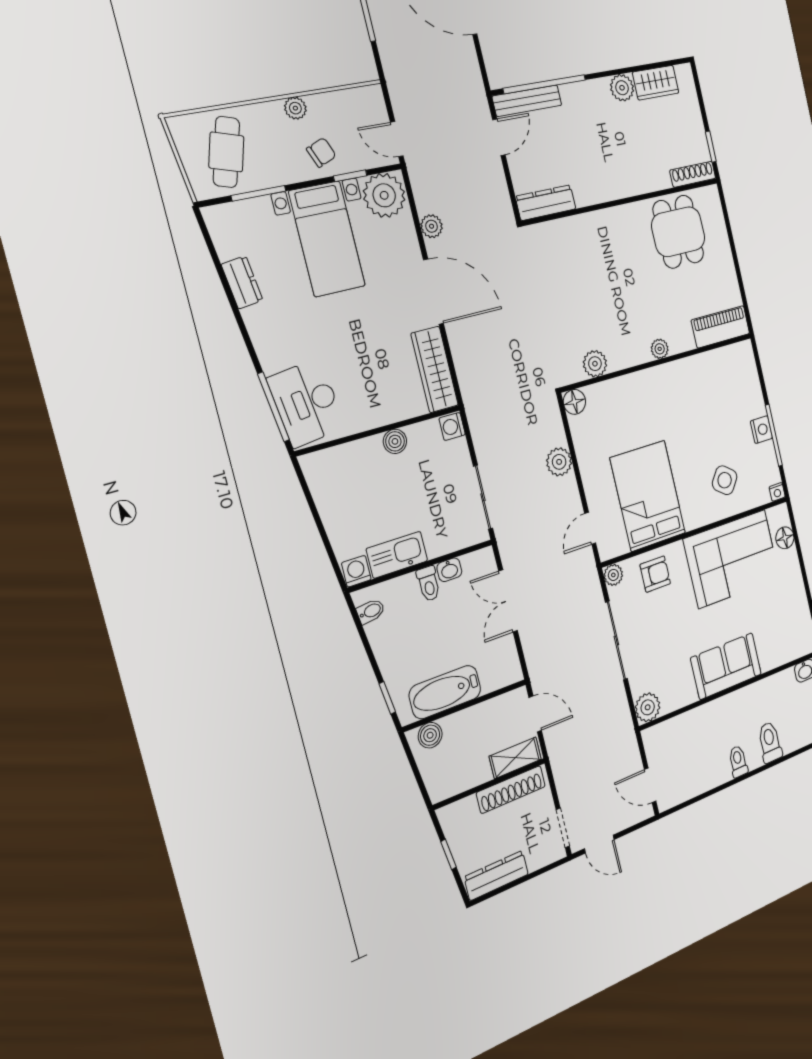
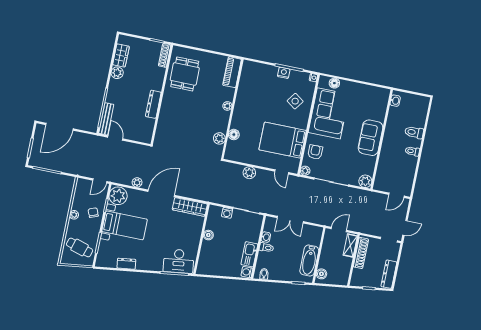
dresser: (546, 203) -> (153, 104), moved
dining table: (678, 232) -> (185, 74), turned 90
floor lamp: (574, 402) -> (234, 135), moved
washing machine: (452, 426) -> (227, 213), moved

